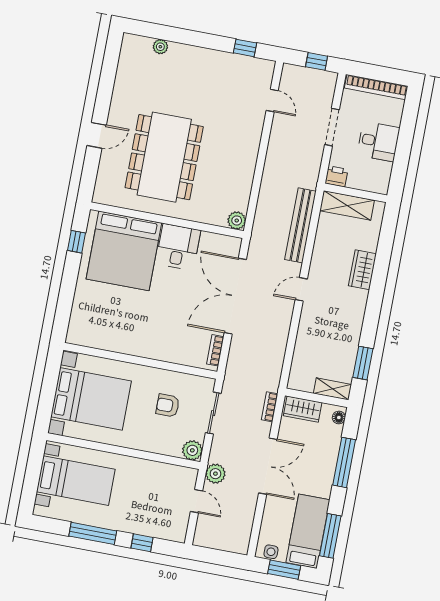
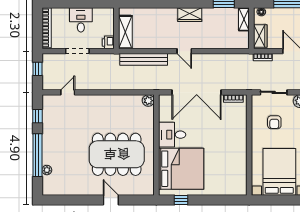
window: (186, 37) -> (37, 155), added
wardrobe: (362, 270) -> (190, 15), moved

